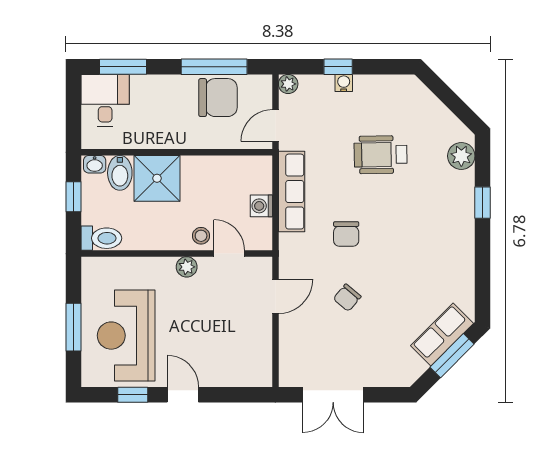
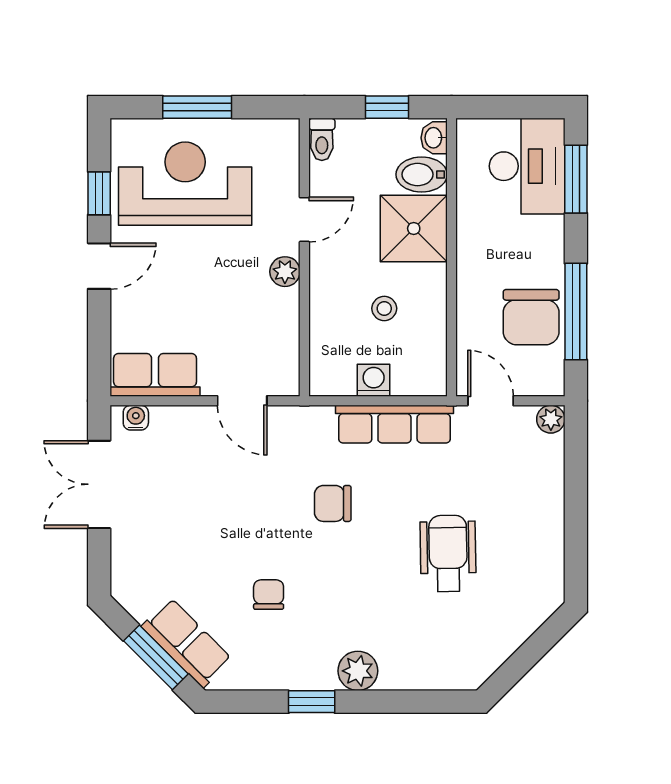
window: (338, 67) -> (576, 492), removed
water cooler: (344, 83) -> (136, 418), moved, turned -90
desk: (105, 100) -> (527, 166), width x1.37
plant: (461, 156) -> (358, 671), moved
window: (483, 203) -> (312, 702), moved
stool: (201, 236) -> (384, 308), moved
toilet: (101, 238) -> (322, 139), width x0.73, depth x0.72
door: (229, 254) -> (304, 220), moved
chair: (347, 298) -> (269, 595), moved, turned 50
row of seats: (258, 356) -> (155, 375), added

